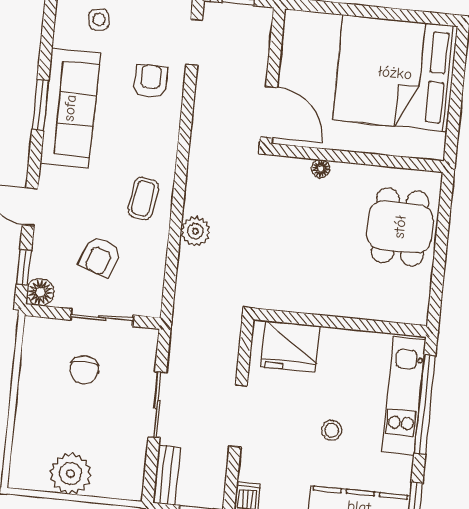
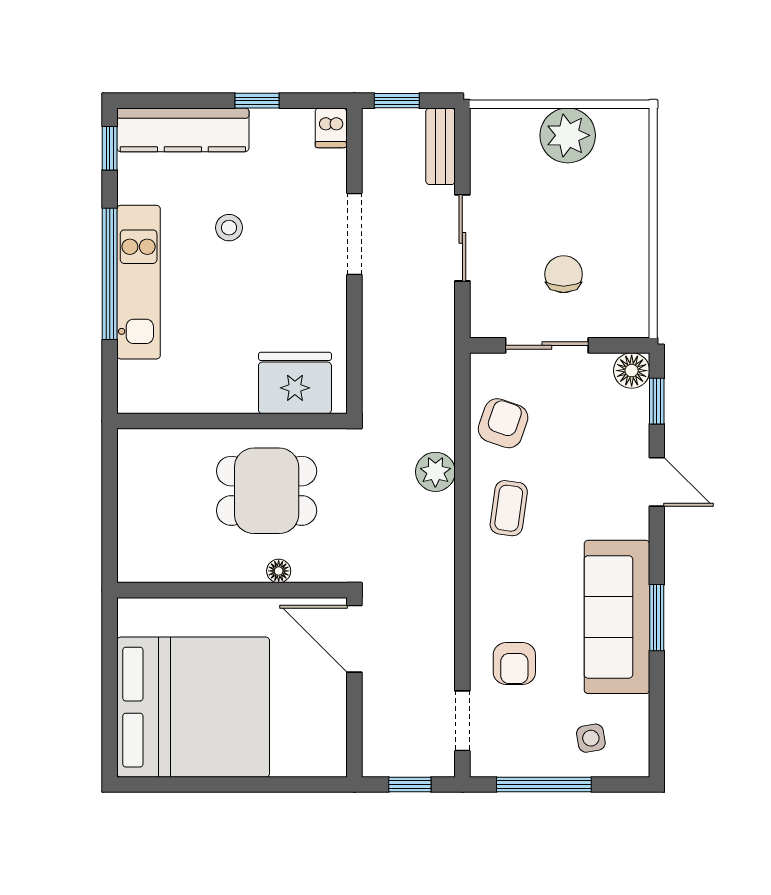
dining table: (400, 227) -> (267, 491), moved, turned 90
armchair: (100, 256) -> (503, 423), moved
wall: (340, 323) -> (232, 421), moved
fridge: (290, 346) -> (295, 383), moved

